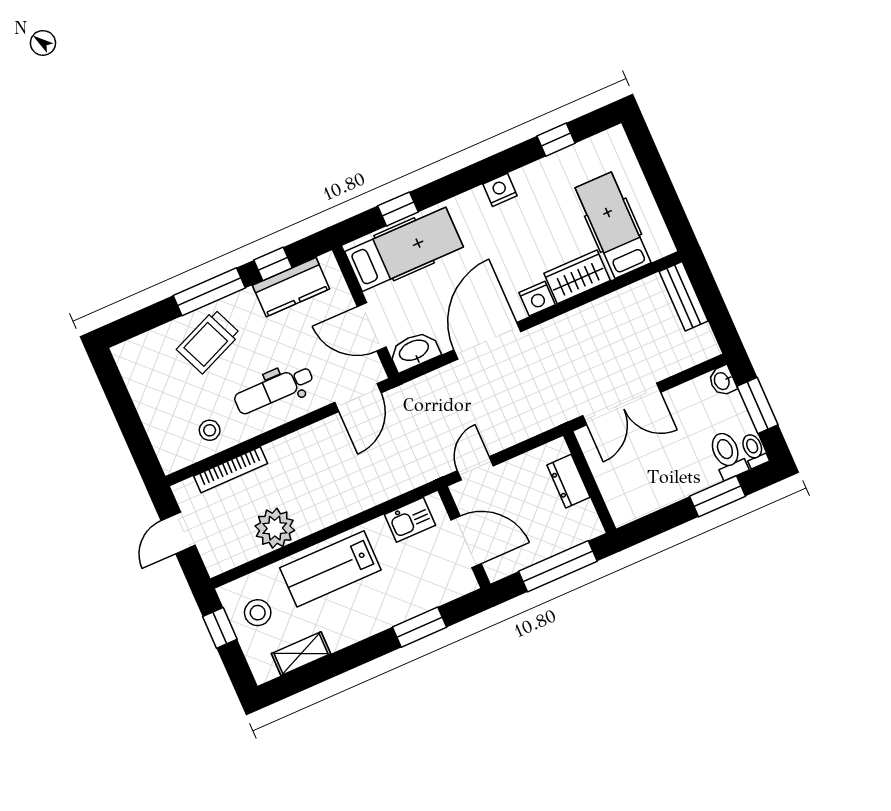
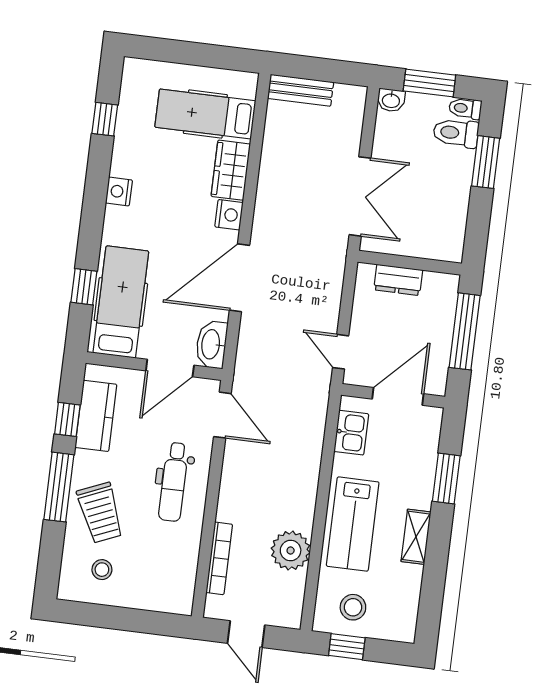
door: (487, 341) -> (239, 278), hinge flipped
stool: (210, 430) -> (102, 570), moved
shelving: (301, 654) -> (416, 537), moved

